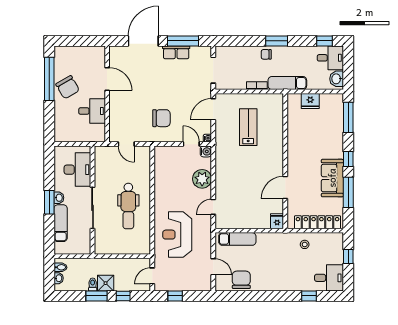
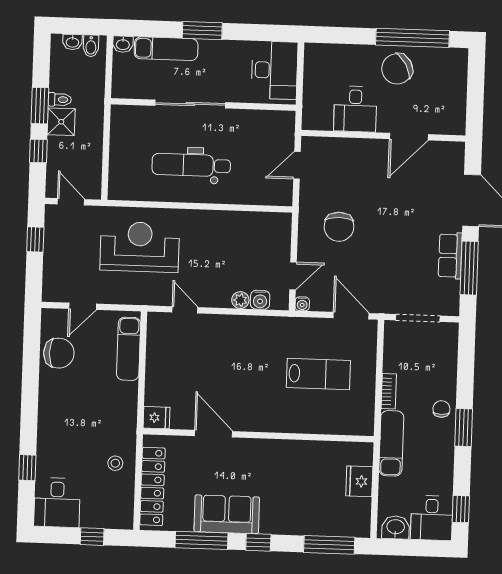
water cooler: (206, 151) -> (260, 300), moved
desk: (77, 170) -> (275, 70), moved, turned -90
plant: (202, 179) -> (240, 300), width x0.53, depth x0.53
washbasin: (59, 198) -> (123, 44), moved

